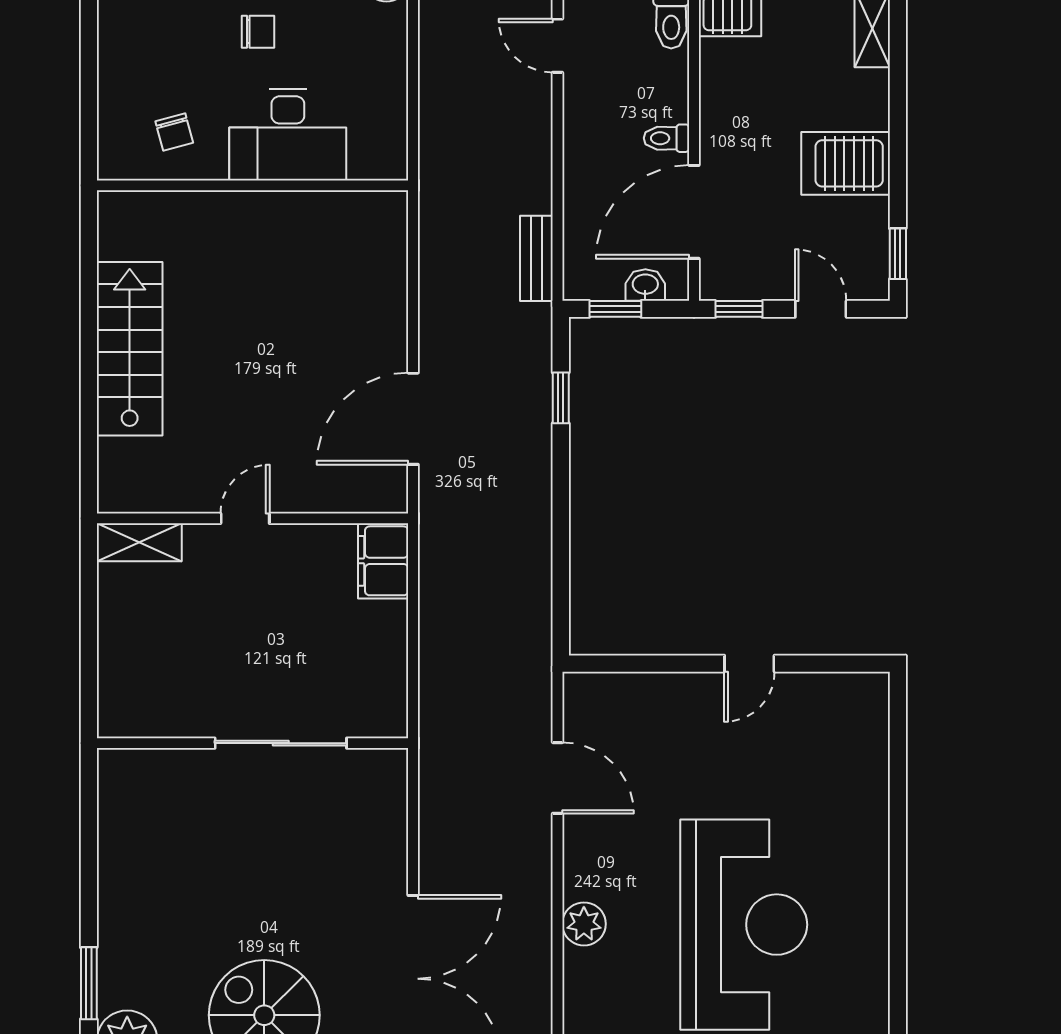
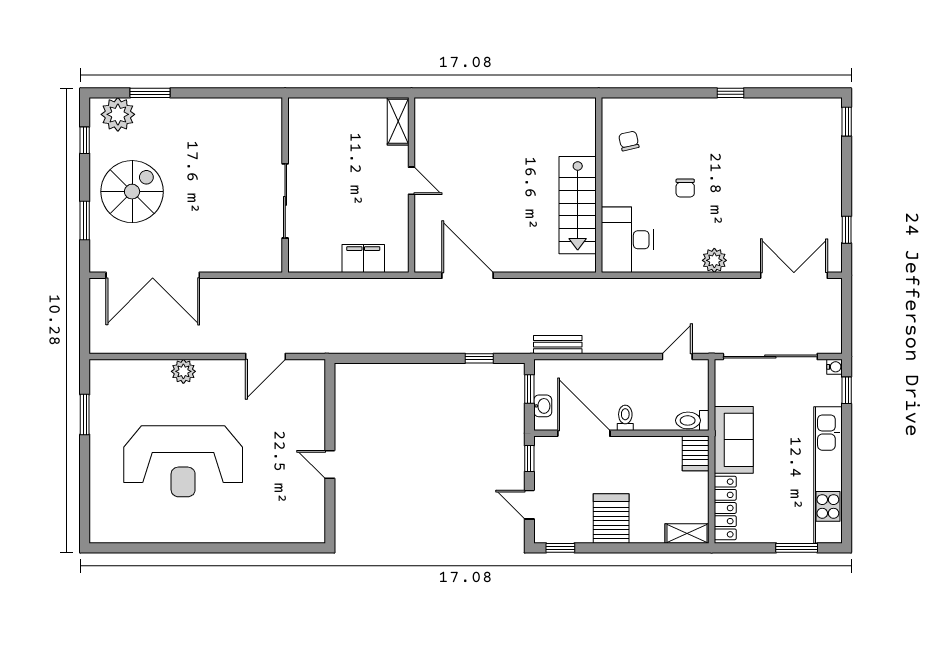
chair: (174, 132) -> (629, 141), turned 92
desk: (288, 135) -> (627, 240), moved
door: (821, 309) -> (529, 505), swing flipped
stairs: (130, 349) -> (578, 205), moved, turned 90
filing cabinet: (383, 561) -> (363, 258), moved

